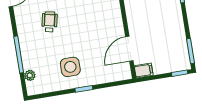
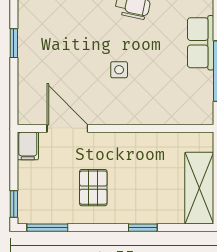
pallet: (162, 27) -> (93, 188), added
side table: (70, 67) -> (119, 70), moved, width x0.54, depth x0.54

